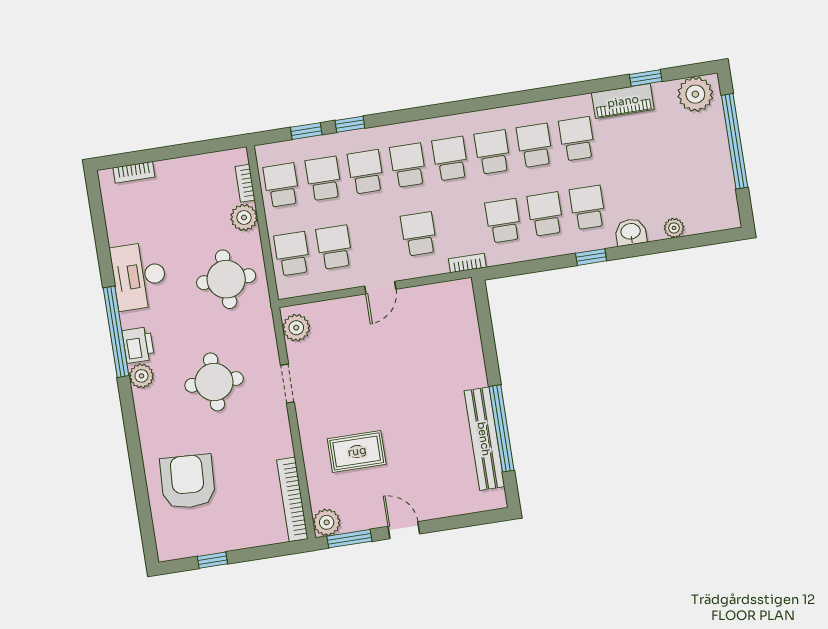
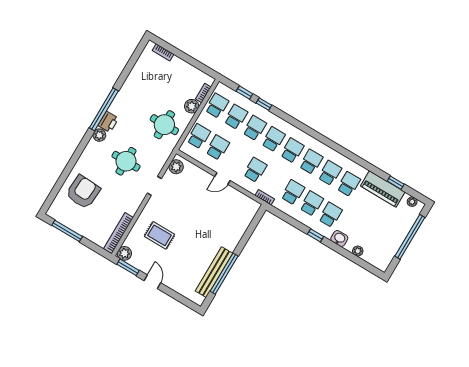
plant: (695, 94) -> (412, 202), width x0.53, depth x0.53
piano: (623, 101) -> (383, 189), width x1.37, depth x1.33
desk: (139, 276) -> (131, 95), removed
window: (212, 560) -> (67, 231), width x2.17

